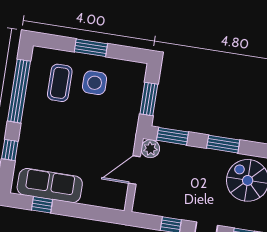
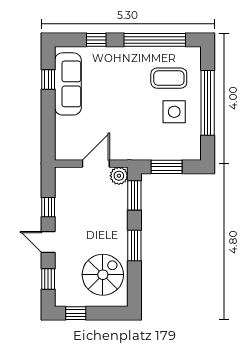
window: (91, 48) -> (208, 103), width x2.11
door: (134, 170) -> (96, 164), hinge flipped

